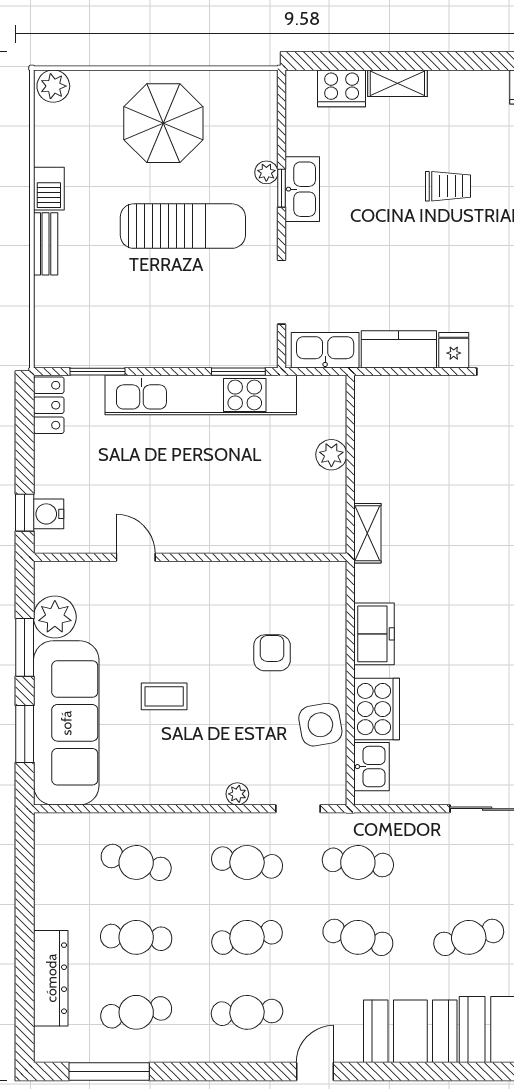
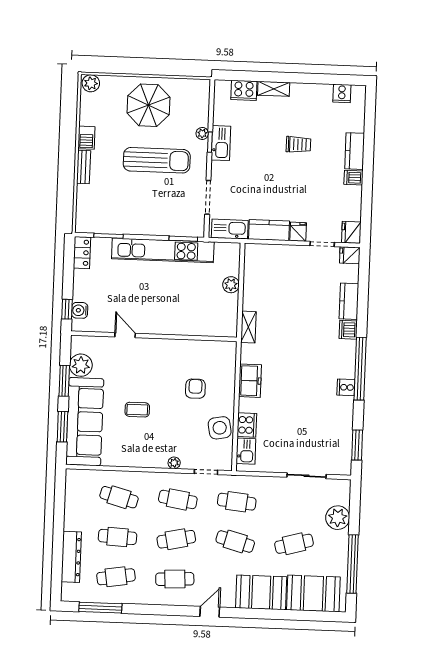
cooker: (377, 709) -> (247, 425), width x0.73, depth x0.76

